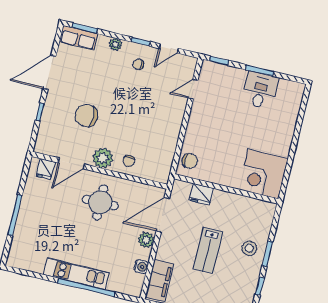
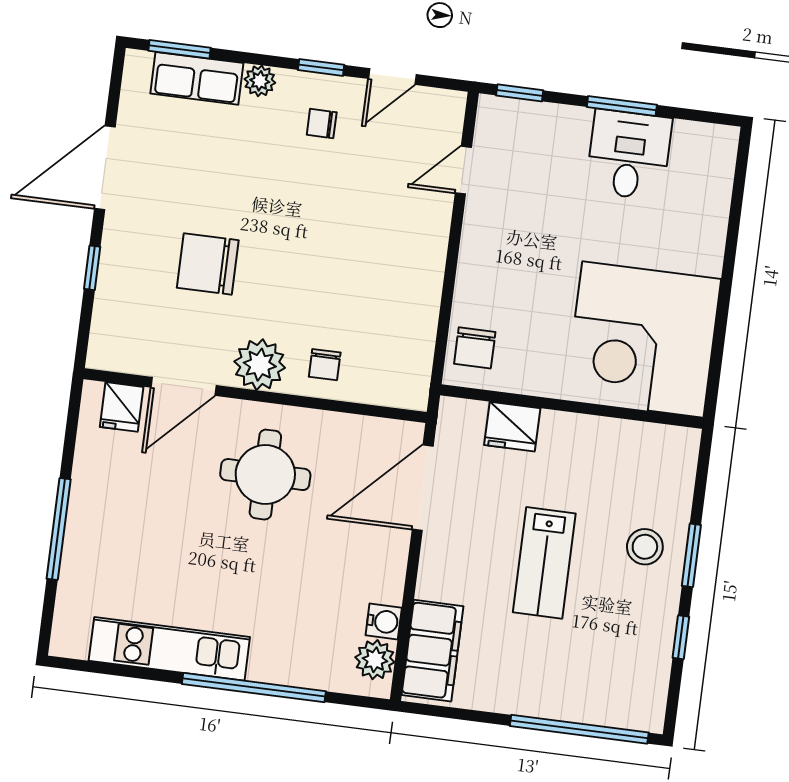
row of seats: (78, 38) -> (197, 78), moved
chair: (190, 161) -> (475, 348), turned 89
corner desk: (263, 174) -> (643, 339), width x1.36, depth x1.36
plant: (146, 240) -> (375, 660), moved
kitchen unit: (76, 274) -> (169, 649), moved

